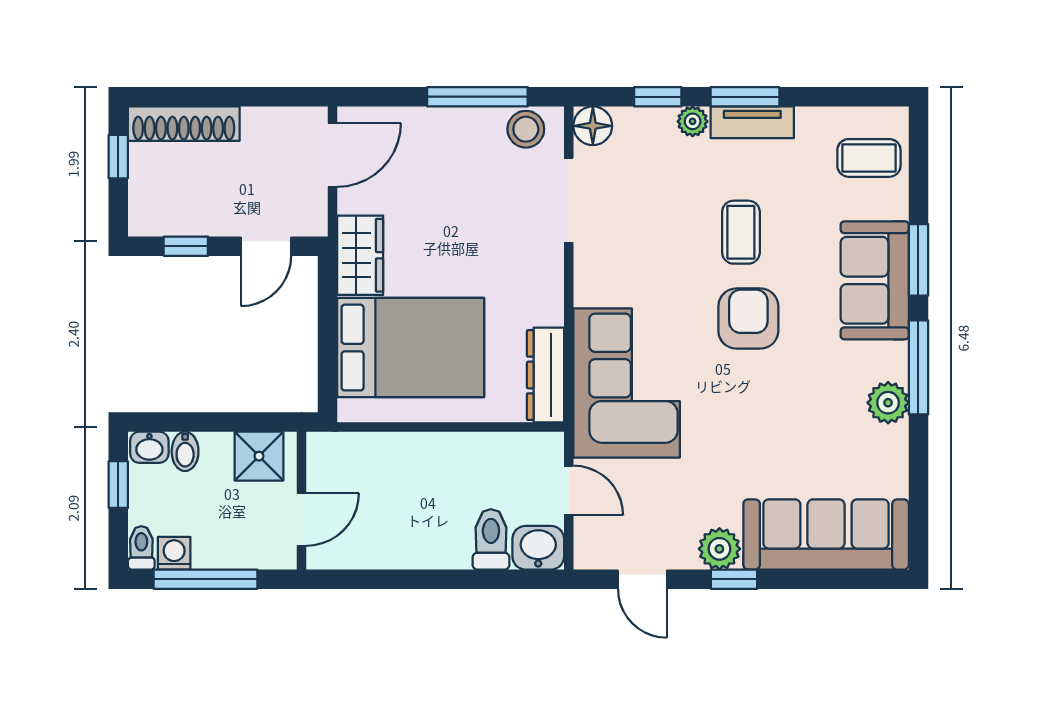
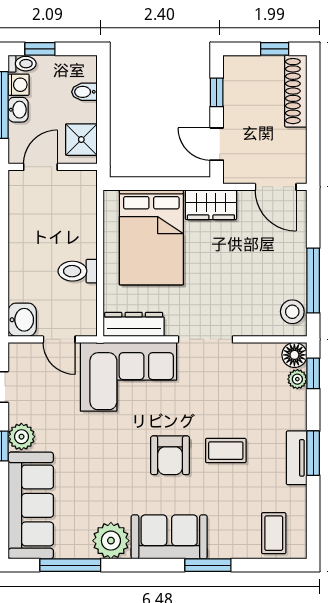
window: (658, 97) -> (313, 373), moved
plant: (693, 121) -> (297, 379), moved
doorway: (569, 200) -> (205, 339), moved
sofa: (875, 280) -> (169, 537), moved
armchair: (748, 319) -> (170, 455), turned 90
window: (918, 367) -> (70, 565), moved
plant: (888, 403) -> (111, 541), width x1.36, depth x1.36
washbasin: (149, 447) -> (18, 110), moved, turned 180
window: (118, 485) -> (40, 49), moved
door: (569, 490) -> (59, 339), hinge flipped
door: (302, 519) -> (40, 167), swing flipped
toilet: (491, 539) -> (78, 271), moved, turned 180

